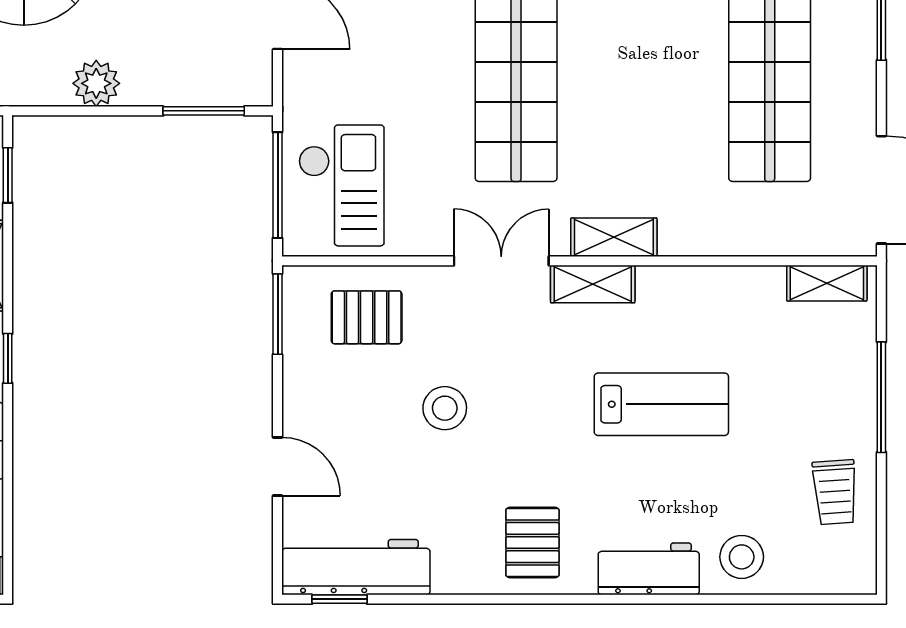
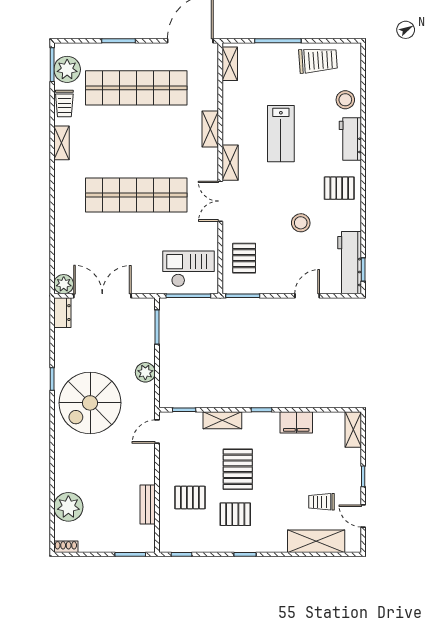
shelving: (614, 237) -> (210, 129), moved
lab bench: (661, 404) -> (281, 134), turned 180
stool: (445, 408) -> (301, 223), moved
trolley: (835, 492) -> (318, 60), width x1.36, depth x1.39

